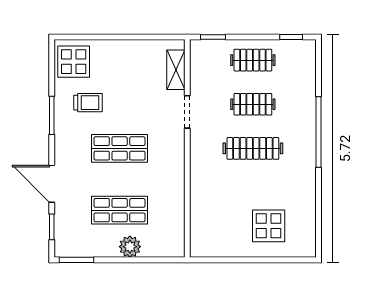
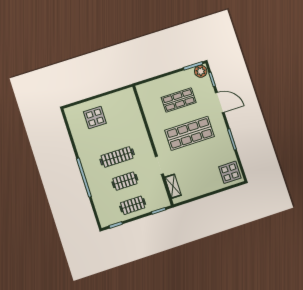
trolley: (88, 103) -> (215, 153), removed
shop shelf: (120, 148) -> (190, 133), width x1.43, depth x1.36
plant: (130, 247) -> (201, 71), moved

